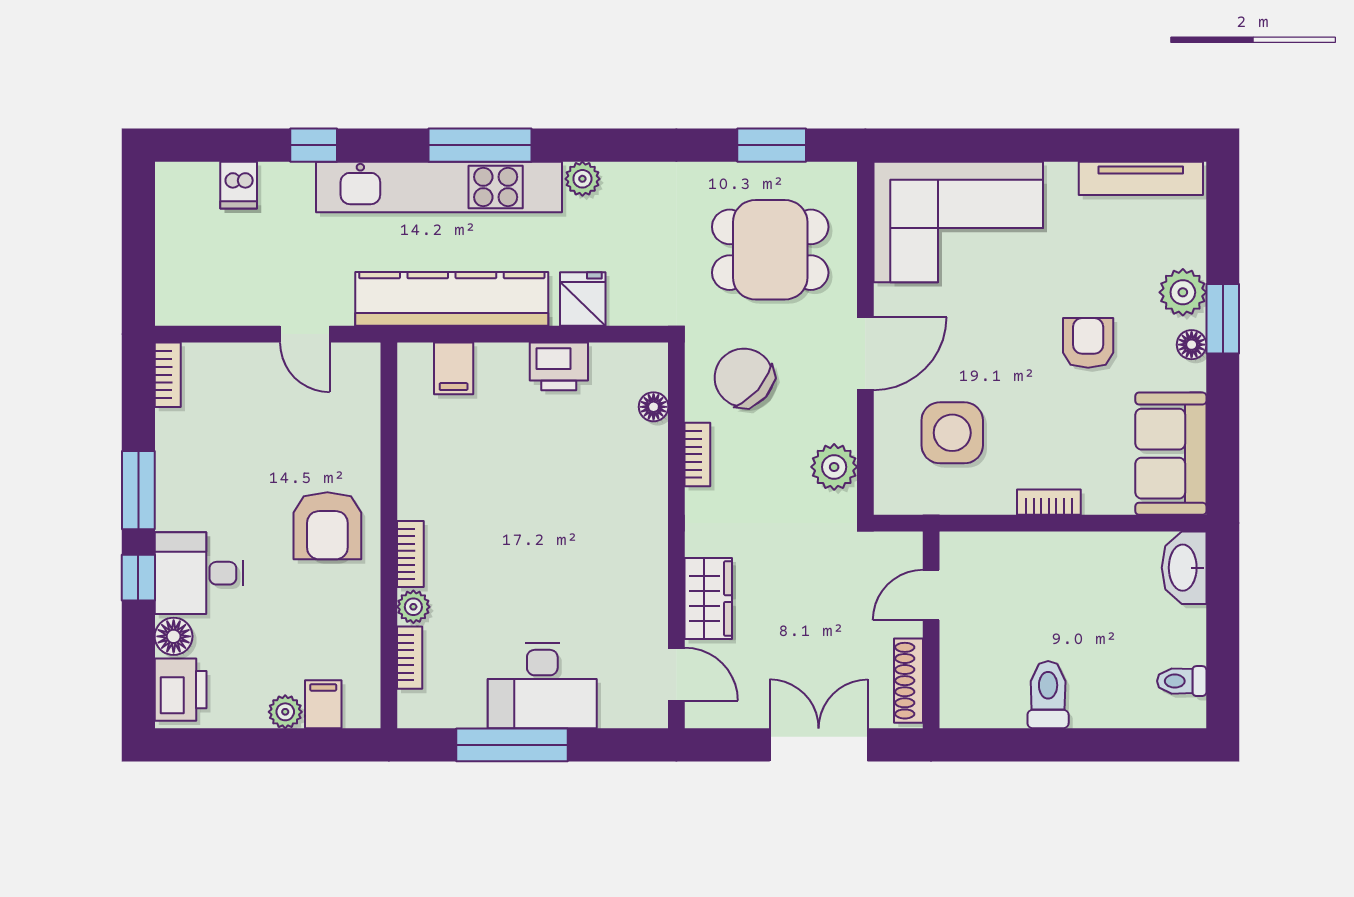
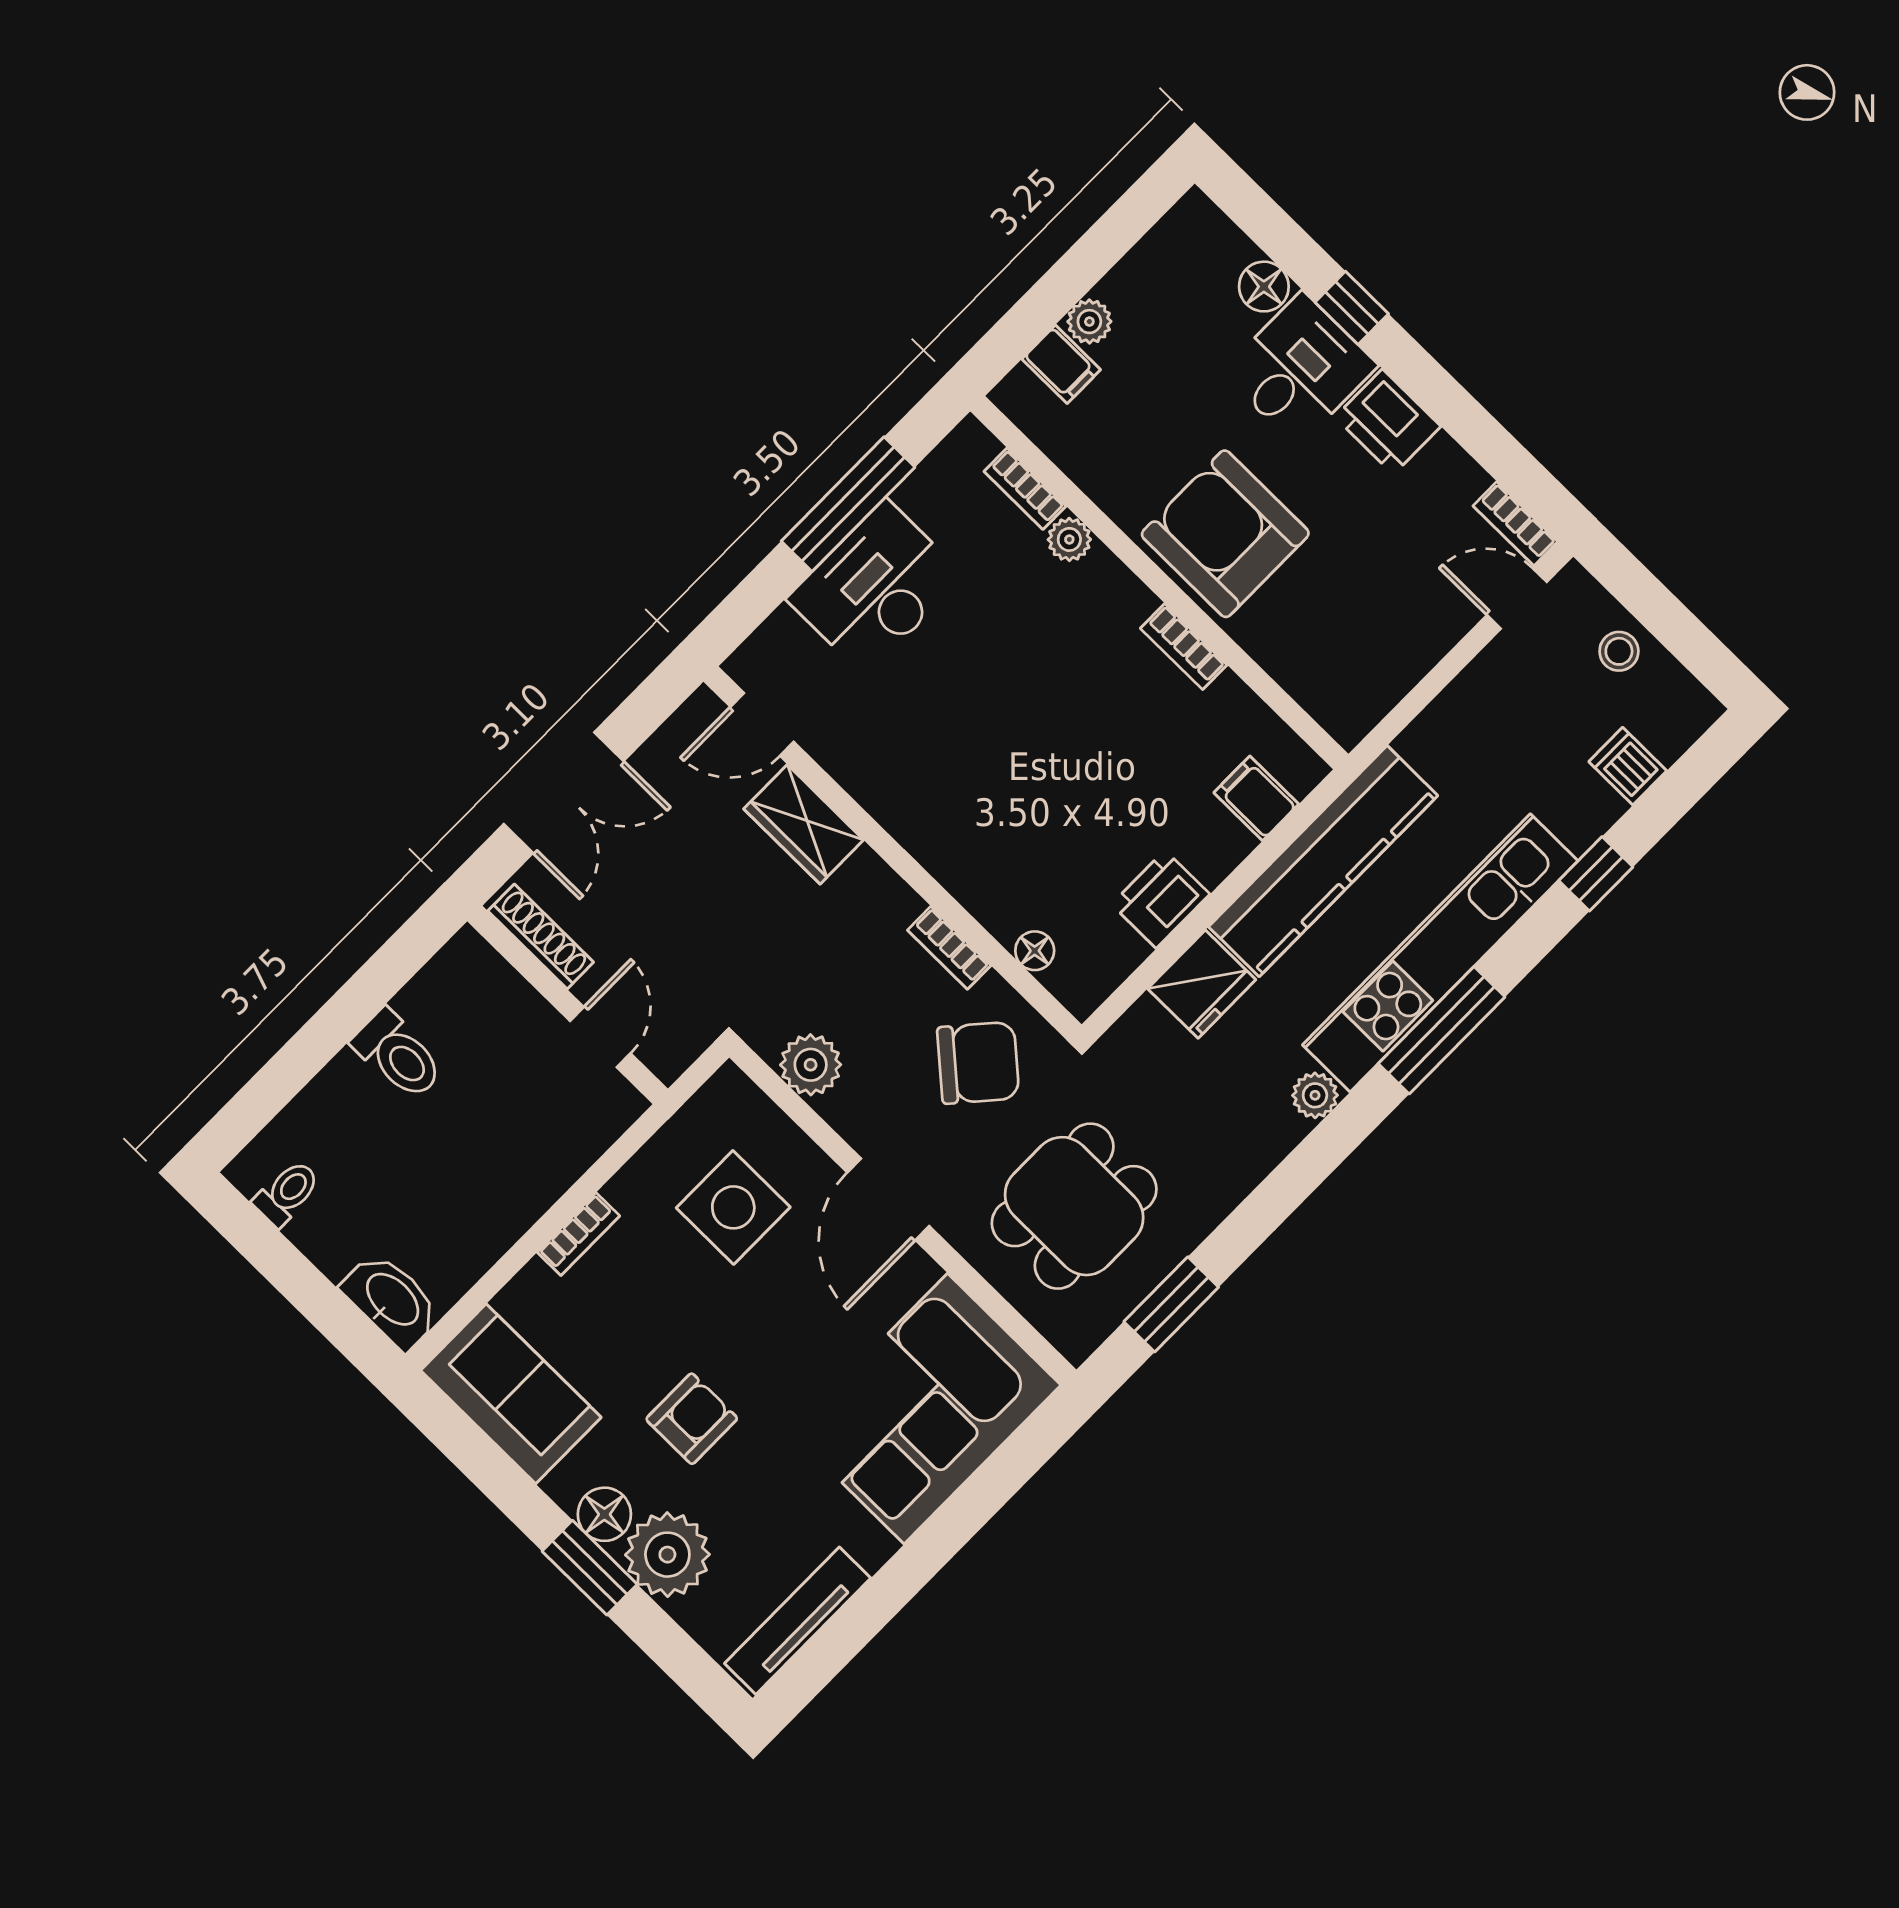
stool: (181, 251) -> (1619, 651), added
plant: (1183, 292) -> (667, 1555), width x1.36, depth x1.36
fridge: (583, 299) -> (1202, 984), width x1.38
door: (305, 334) -> (1517, 599), moved
armchair: (1088, 343) -> (692, 1419), turned -90
floor lamp: (1192, 345) -> (604, 1514), width x1.37, depth x1.37
window: (138, 490) -> (1434, 389), removed
armchair: (327, 526) -> (1225, 534), width x1.36, depth x1.36
bookcase: (410, 554) -> (1184, 647), moved
printer: (181, 690) -> (1388, 422), moved

